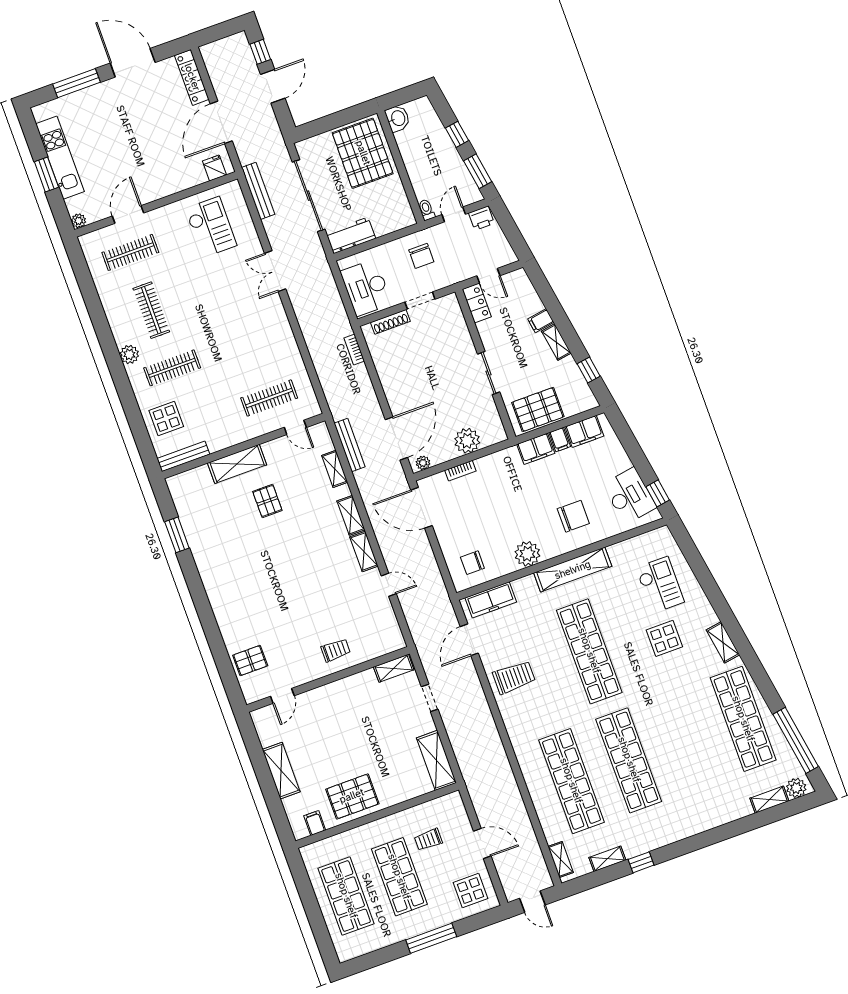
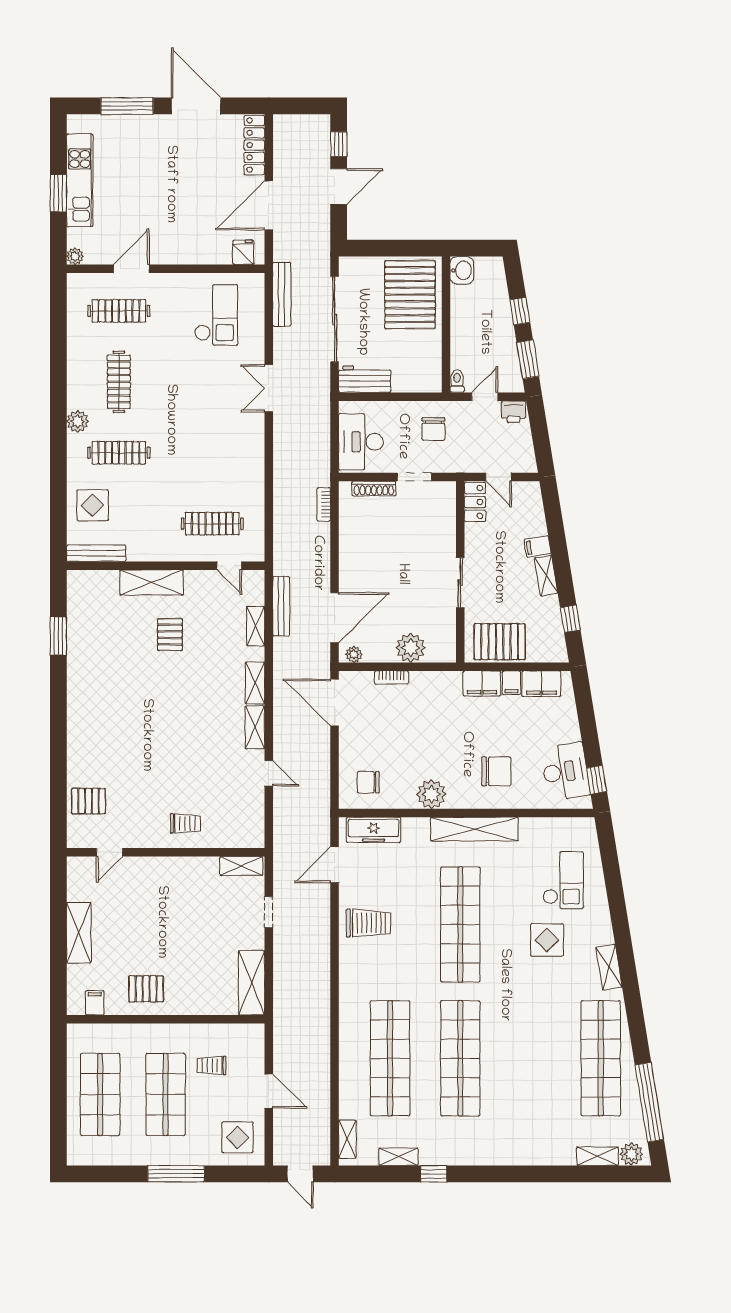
pallet: (352, 796) -> (146, 989), width x0.67, depth x0.71

